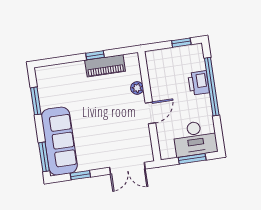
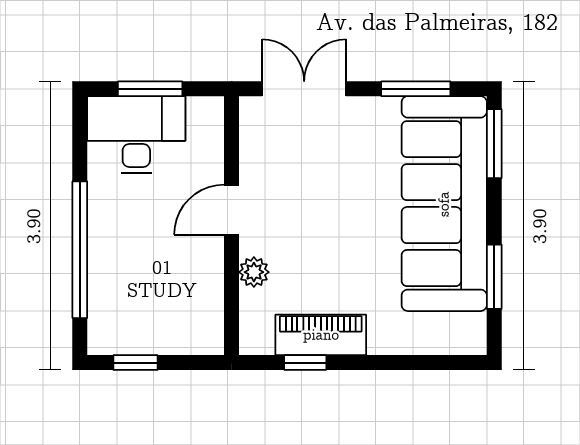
window: (95, 55) -> (305, 363), moved
printer: (199, 83) -> (109, 263), removed
sofa: (59, 141) -> (444, 204), width x1.36, depth x1.27
window: (80, 175) -> (416, 89), width x1.50

